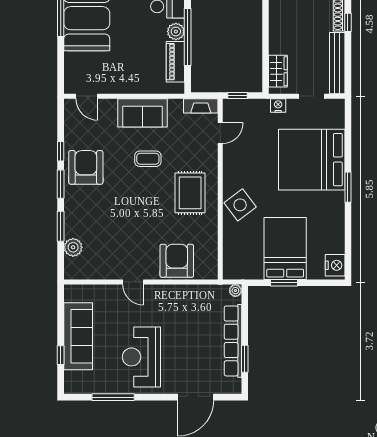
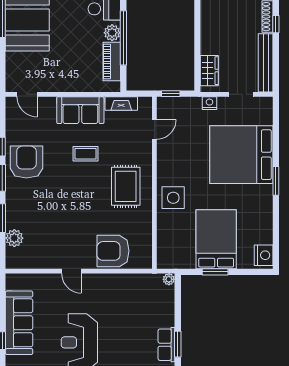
fireplace: (201, 106) -> (121, 104), moved
side table: (240, 205) -> (173, 198), turned 37
armchair: (177, 261) -> (113, 251), turned -90
row of seats: (233, 341) -> (166, 345), width x0.50

